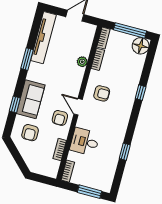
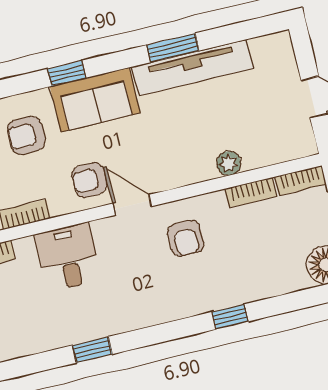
tv unit: (43, 38) -> (193, 68), moved
door: (78, 107) -> (132, 205), hinge flipped

